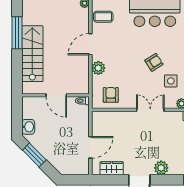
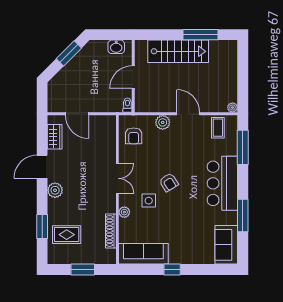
armchair: (111, 95) -> (134, 136), turned 90
washbasin: (28, 127) -> (116, 47), moved

